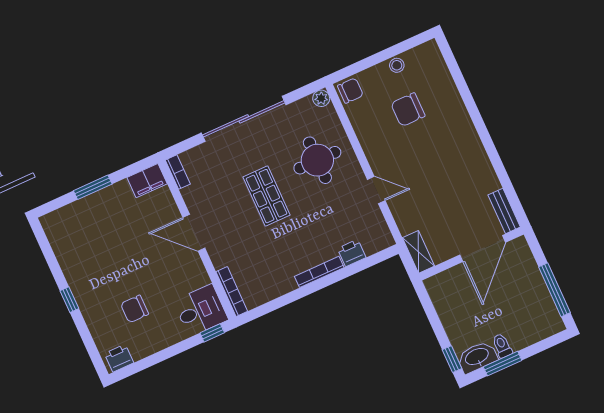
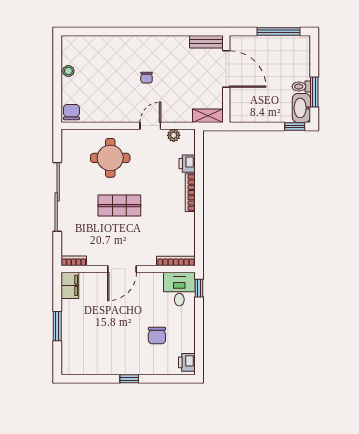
plant: (321, 98) -> (174, 135), moved
chair: (408, 110) -> (147, 78), moved, width x0.54, depth x0.54

